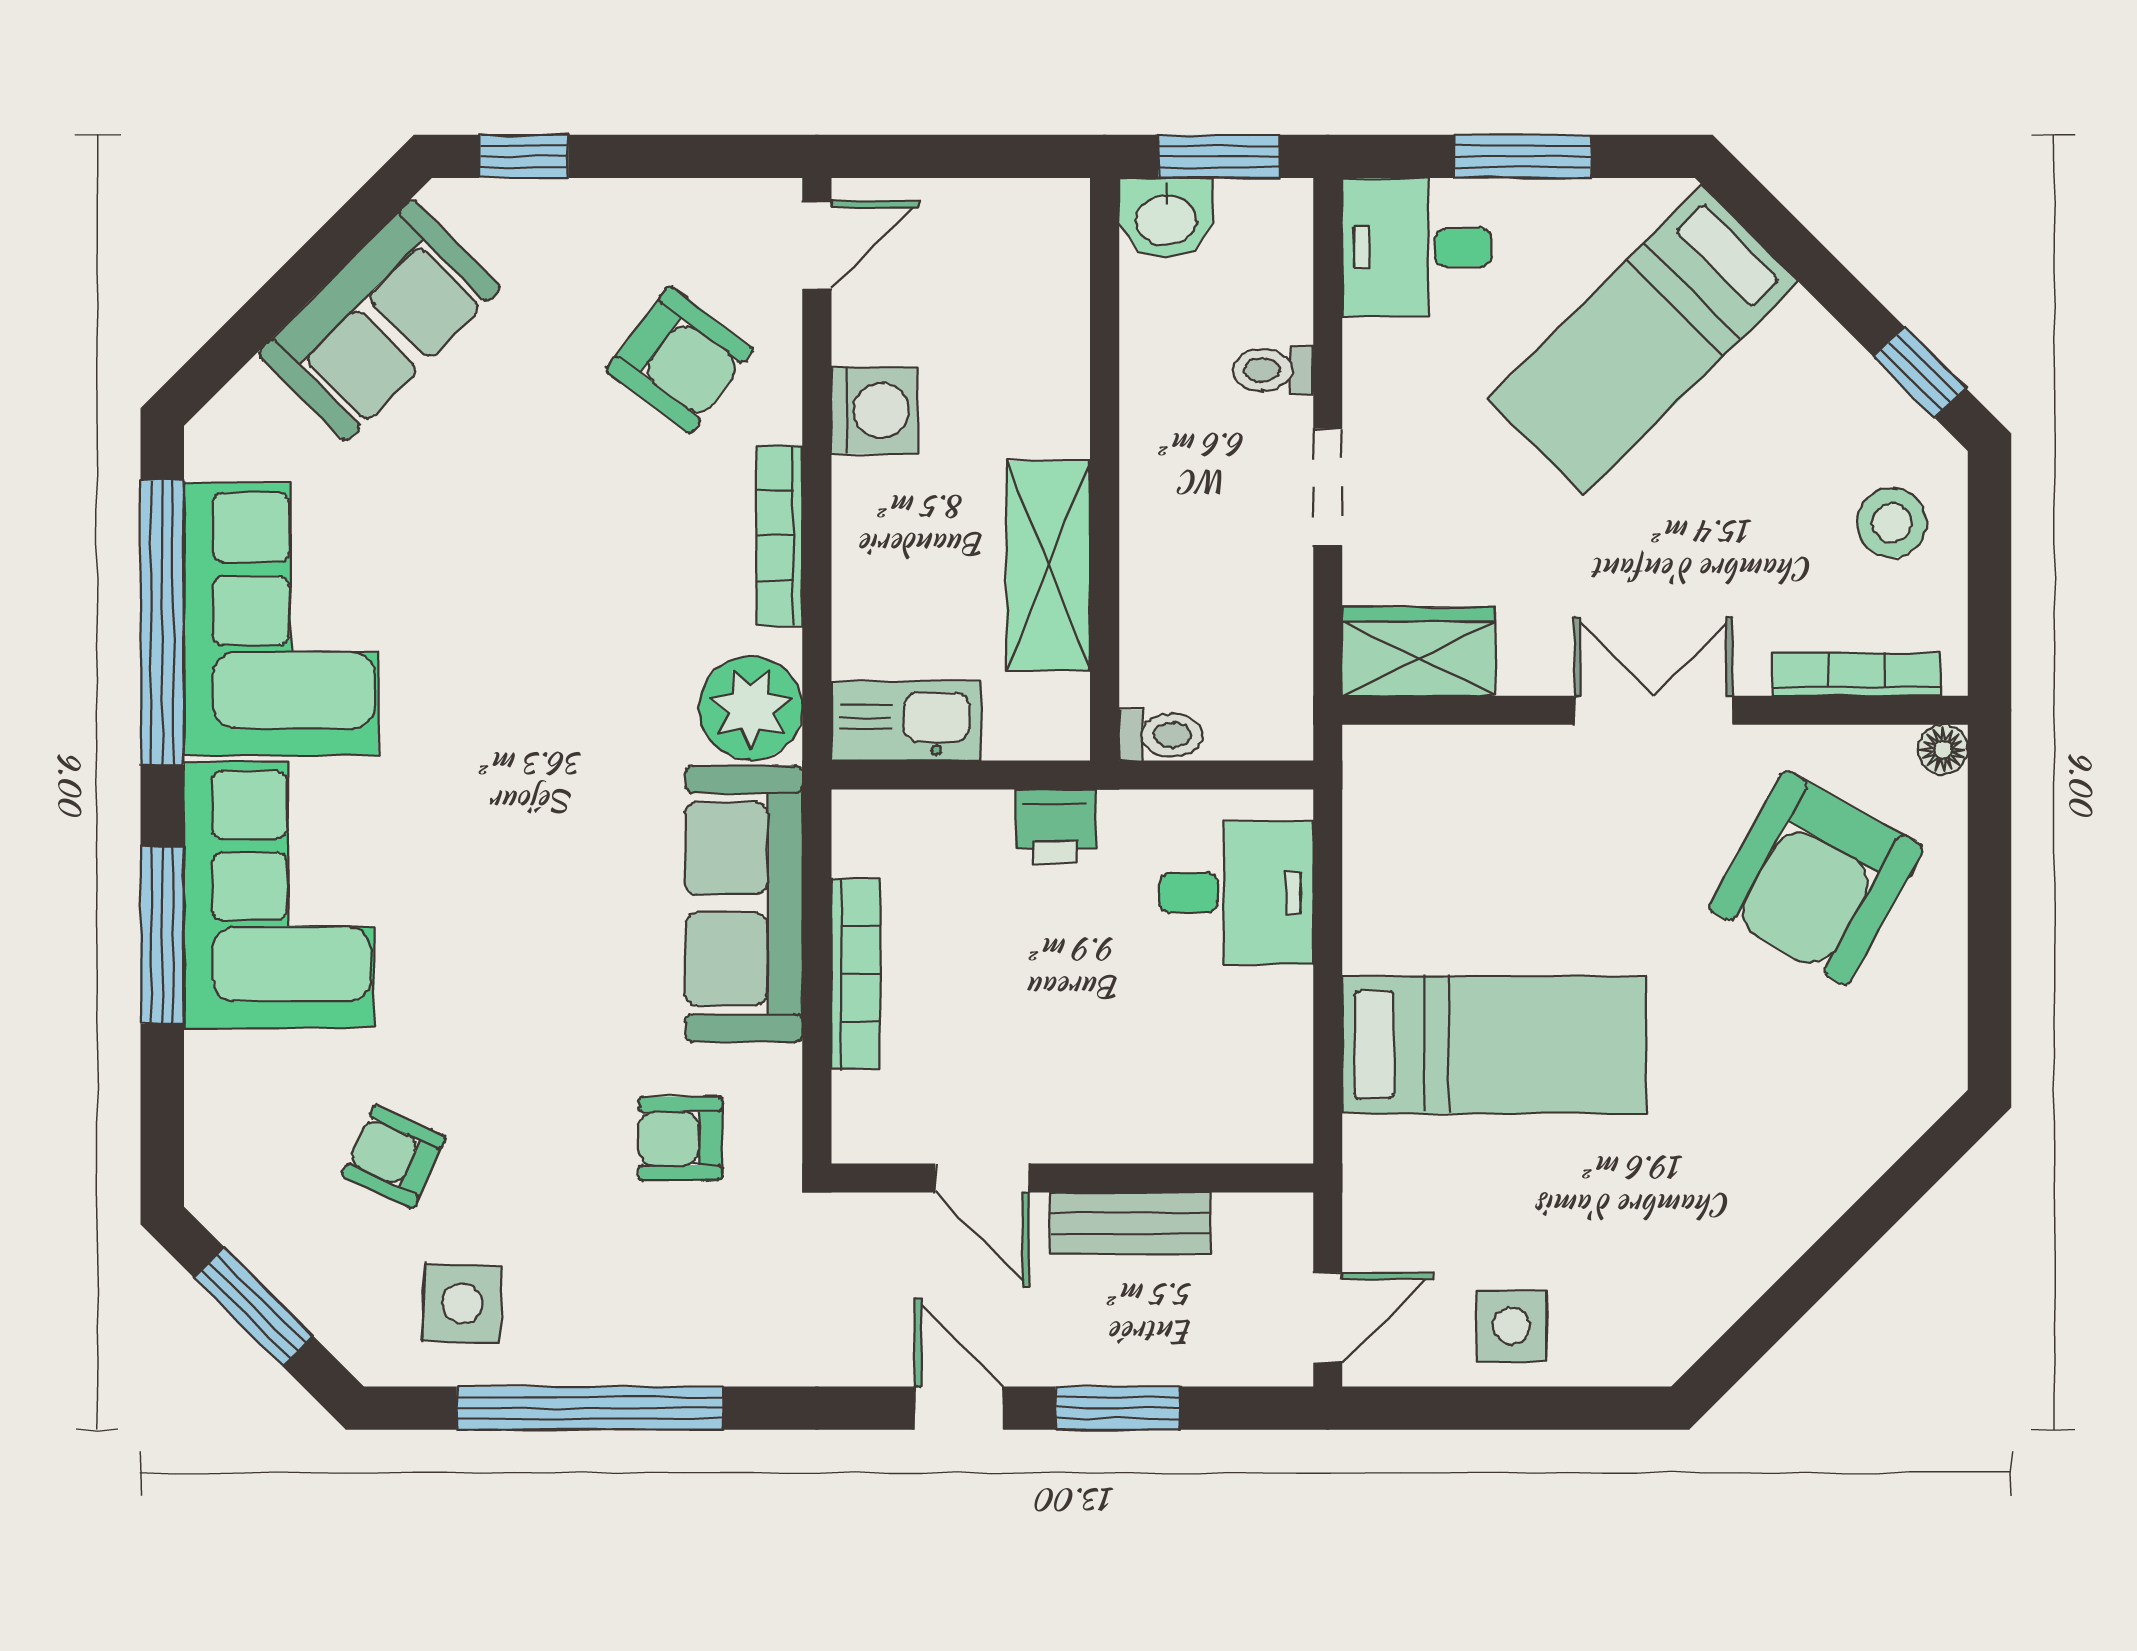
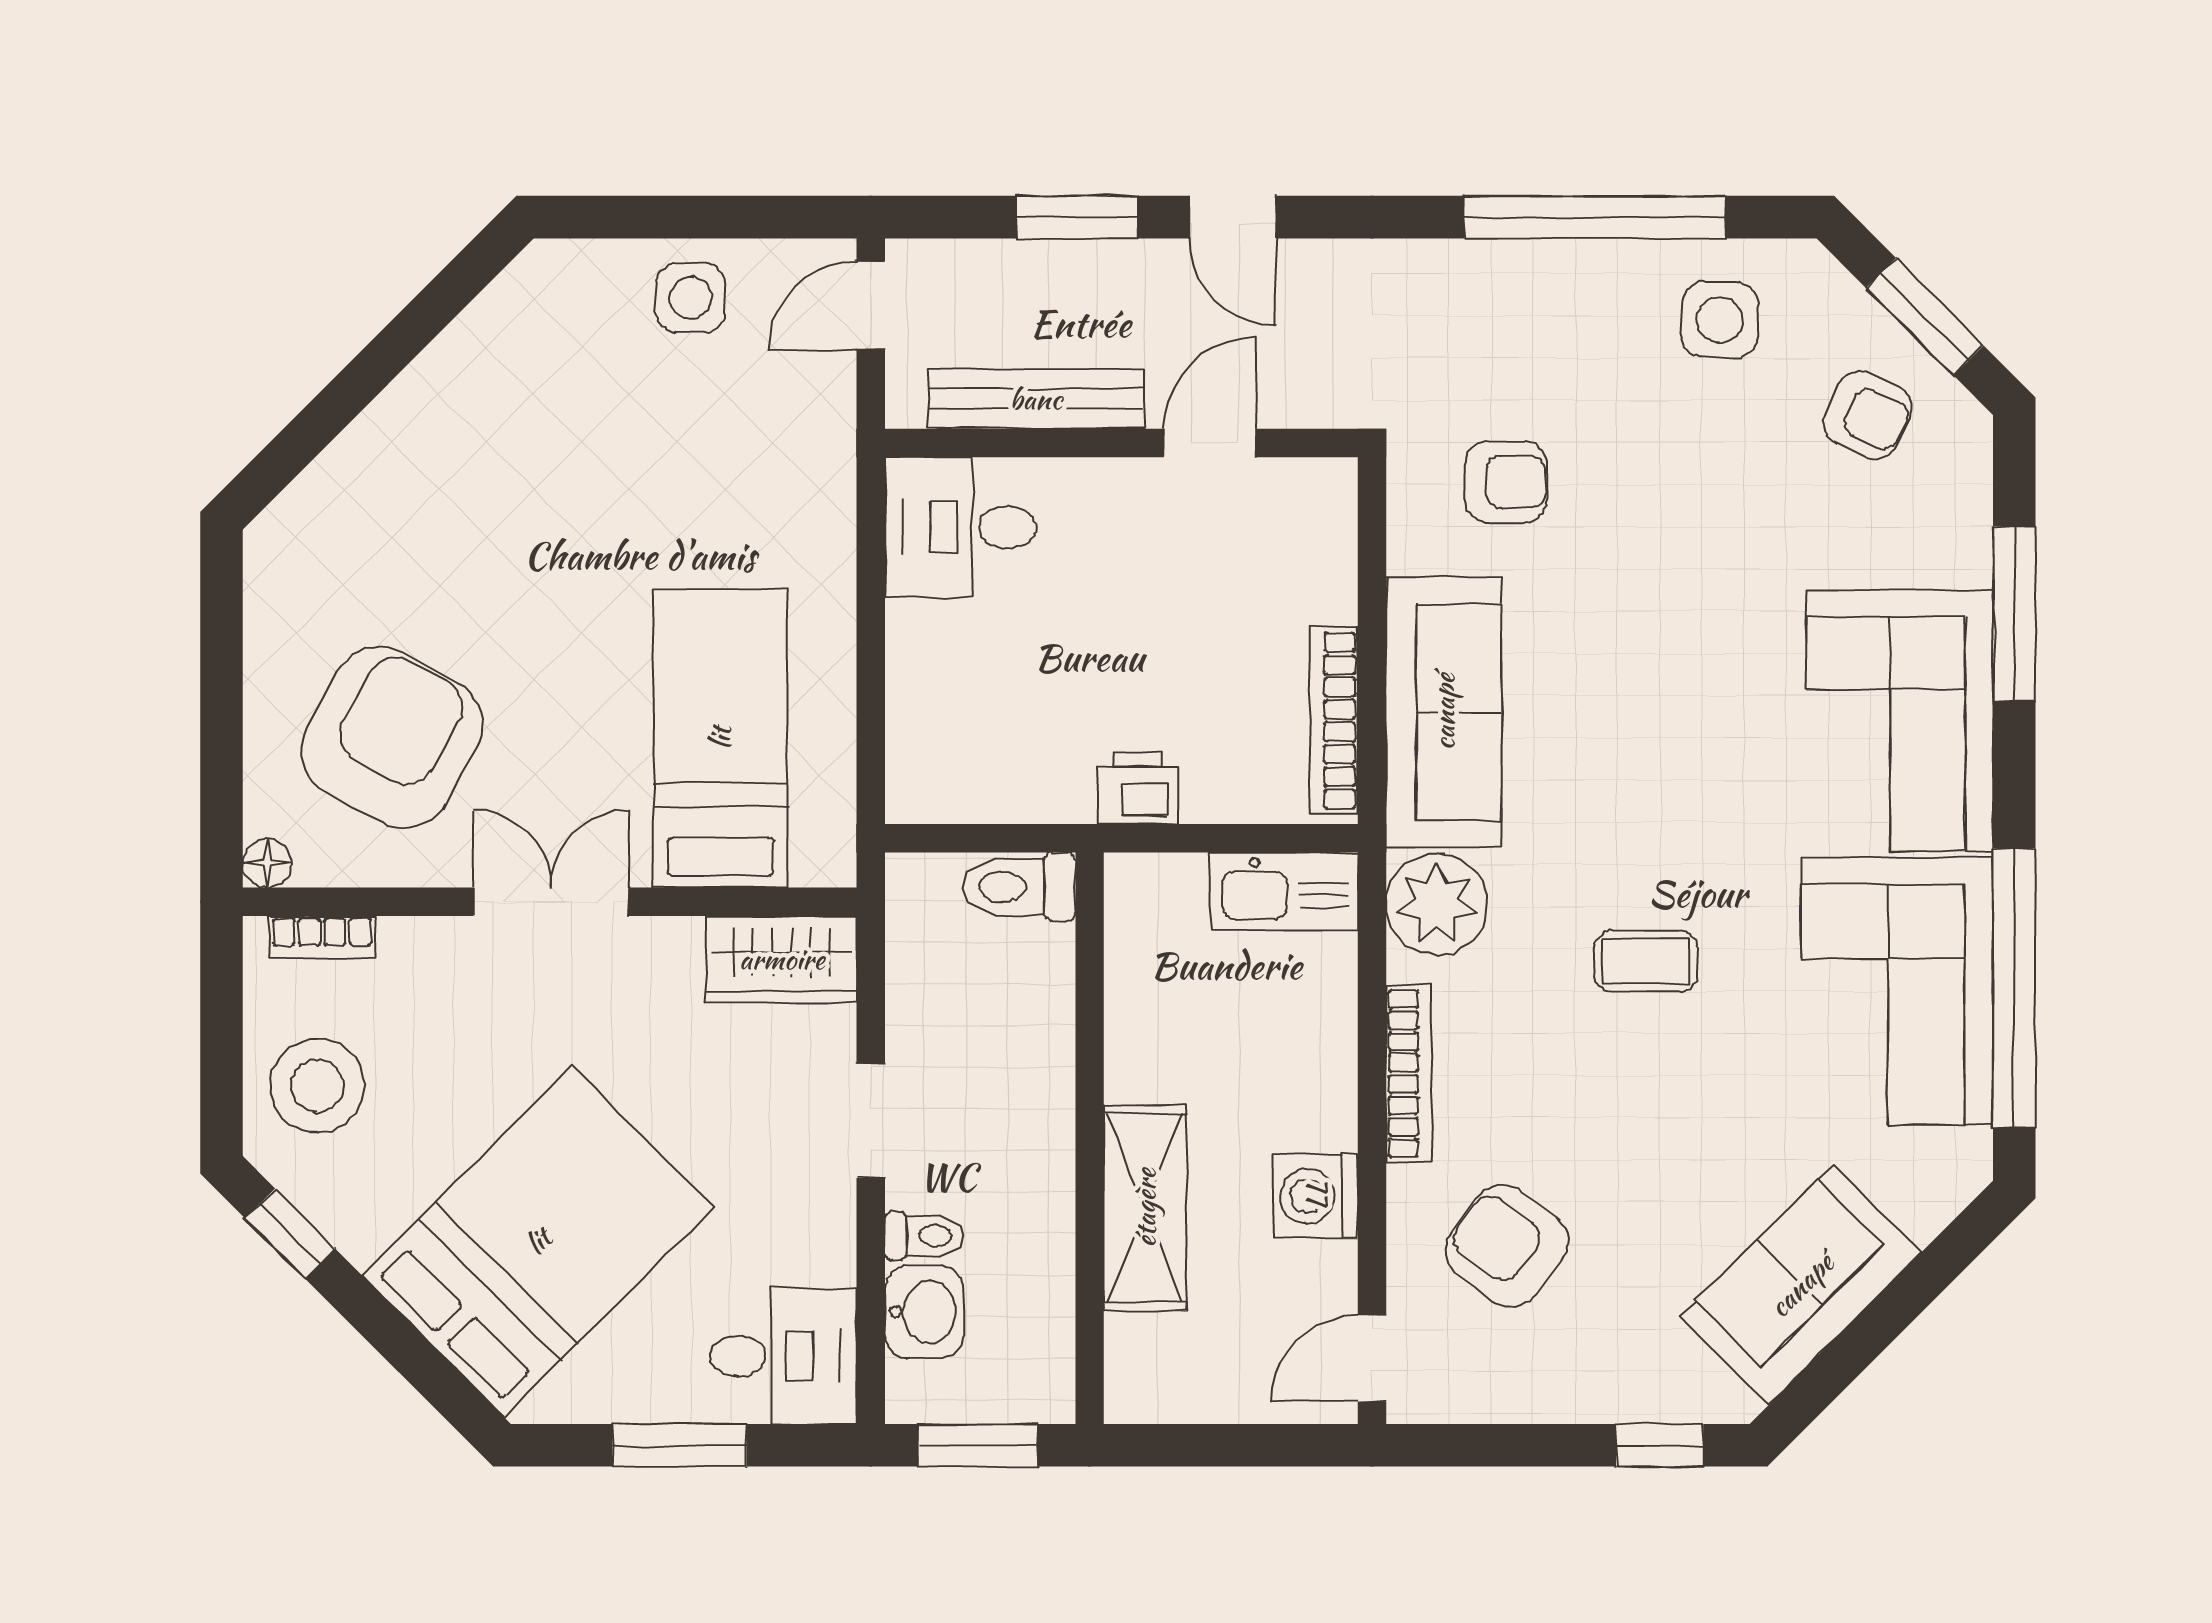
washbasin: (1166, 218) -> (924, 1312), moved, turned 90
bed: (1643, 340) -> (538, 1241), width x1.50
stool: (1892, 523) -> (317, 1086), width x1.38, depth x1.38
shelving: (1048, 566) -> (1145, 1208), moved
coffee table: (538, 650) -> (1646, 961), added
bookcase: (1857, 674) -> (322, 937), width x0.64
double door: (1654, 710) -> (551, 902), swing flipped
toilet: (1161, 735) -> (1019, 887), width x1.37, depth x1.39
desk: (1236, 893) -> (961, 527), moved
window: (162, 935) -> (2014, 614), moved
bookcase: (856, 974) -> (1334, 721), moved
bed: (1494, 1045) -> (720, 738), moved, turned 90
armchair: (394, 1157) -> (1868, 415), moved
door: (982, 1178) -> (1210, 443), hinge flipped
bench: (1130, 1223) -> (1036, 399), width x1.36

